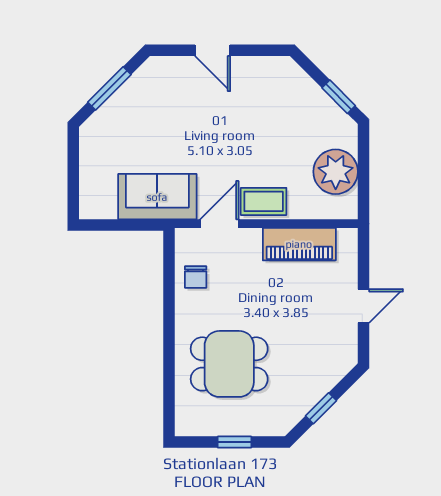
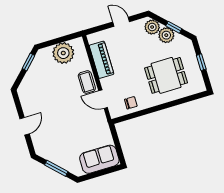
sofa: (157, 197) -> (99, 159), moved, turned 90
dining table: (229, 364) -> (166, 75), turned 90
plant: (334, 365) -> (152, 27), added
plant: (310, 389) -> (166, 35), added

